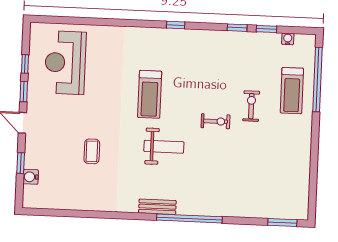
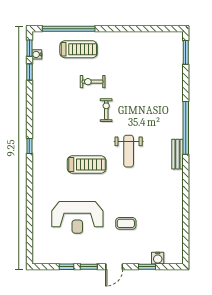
window: (237, 28) -> (29, 48), moved
reception desk: (65, 63) -> (77, 217), moved
weight bench: (164, 147) -> (129, 151), turned 180
coffee table: (92, 151) -> (126, 223), moved

